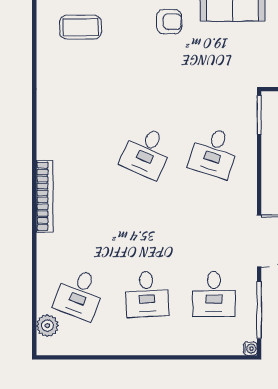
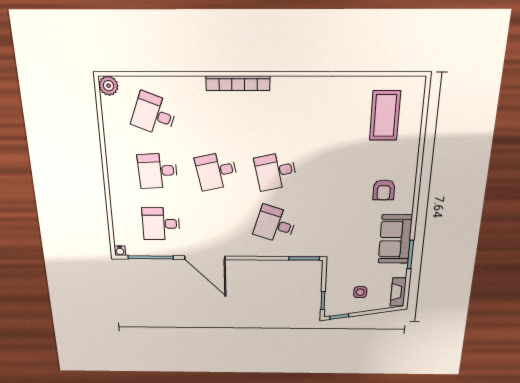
coffee table: (81, 27) -> (385, 116), width x1.36, depth x1.32
desk: (147, 152) -> (276, 171), turned -36
desk: (147, 223) -> (217, 171), added
plant: (47, 326) -> (109, 86), moved

